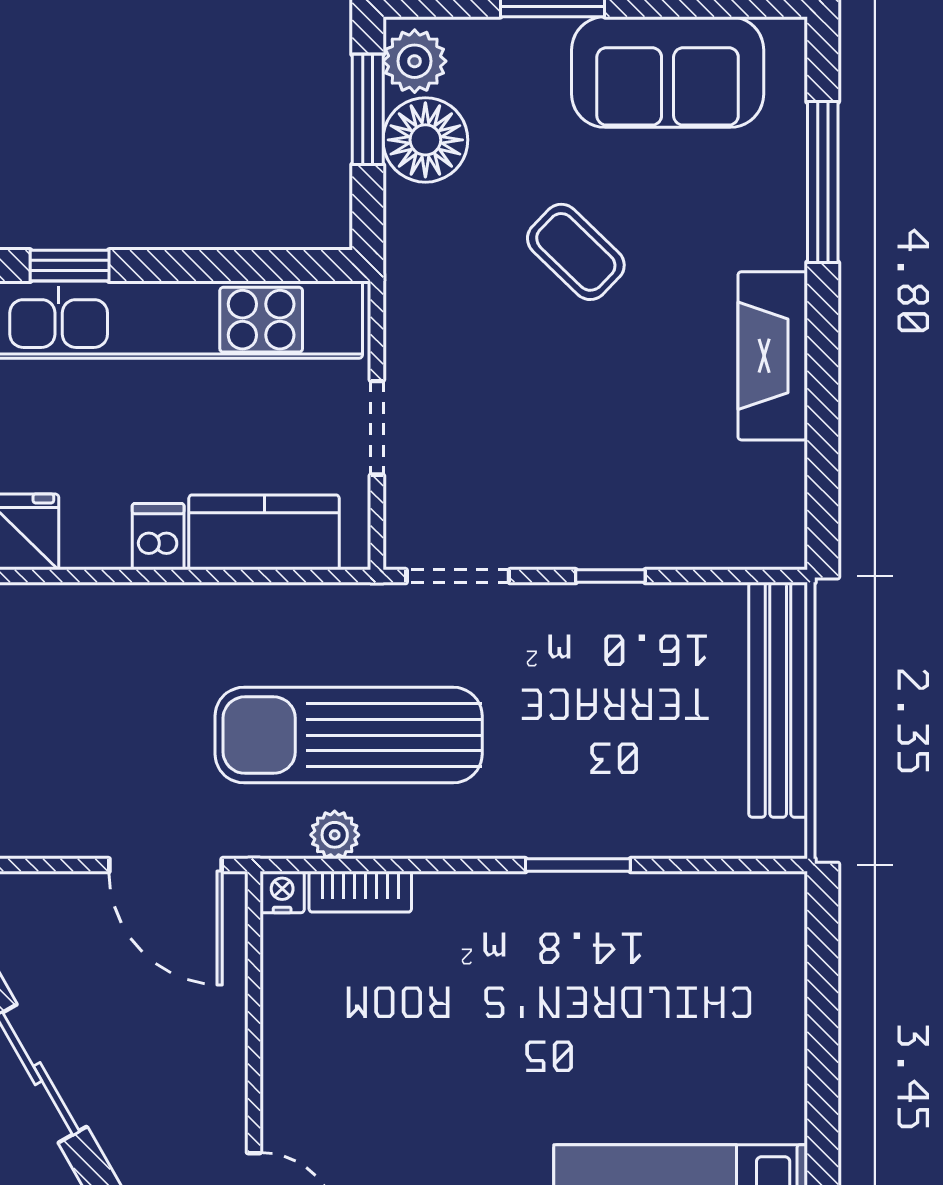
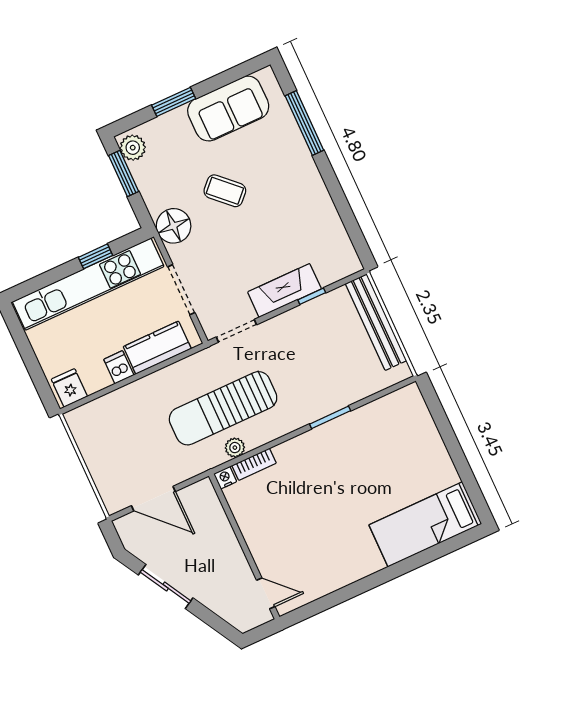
floor lamp: (425, 140) -> (174, 226), moved
window: (70, 266) -> (96, 256), moved
fireplace: (773, 356) -> (284, 290), moved, turned 90
doorway: (377, 428) -> (181, 290), width x1.38
window: (610, 576) -> (312, 296), moved
door: (166, 865) -> (153, 499), moved

